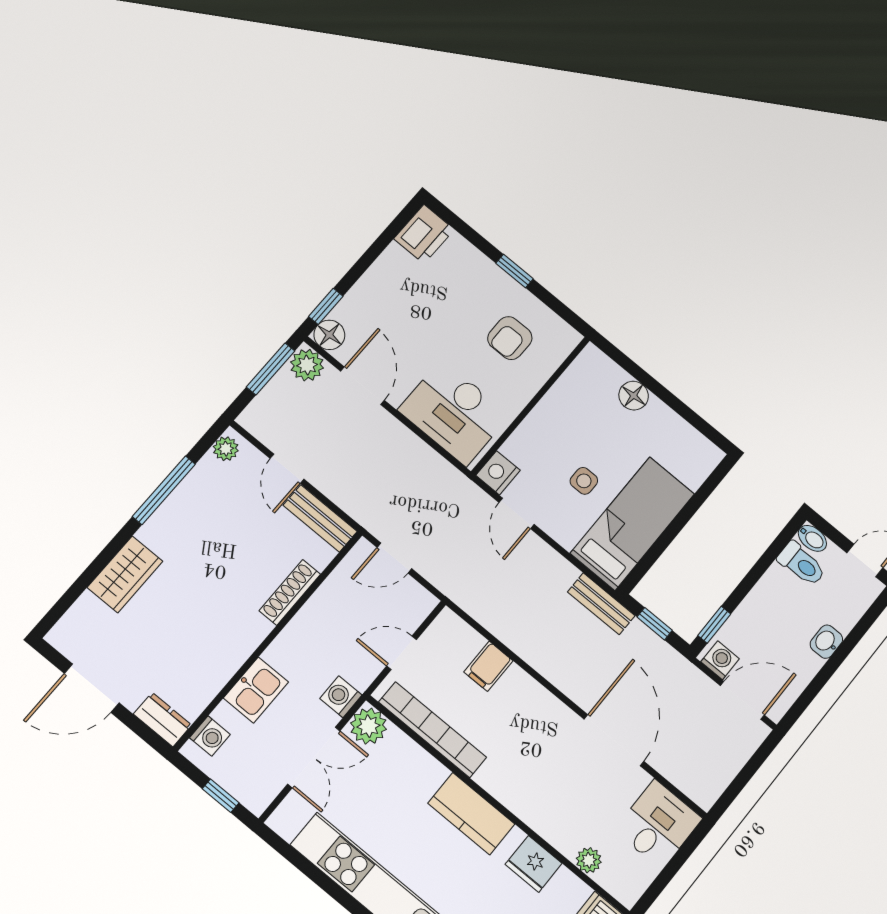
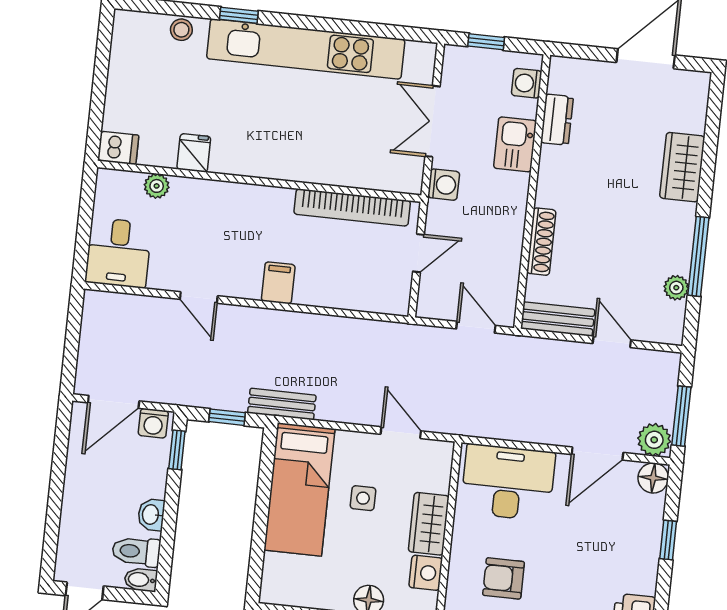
window: (326, 306) -> (668, 540), moved
armchair: (510, 338) -> (504, 578), turned -90
door: (363, 386) -> (597, 454), hinge flipped
wardrobe: (543, 423) -> (429, 524), added
plant: (226, 449) -> (676, 288), moved
nightstand: (498, 473) -> (426, 573), moved
door: (394, 558) -> (476, 327), hinge flipped
washbasin: (826, 642) -> (151, 515), moved, turned 180
filing cabinet: (488, 666) -> (278, 283), moved
dresser: (162, 720) -> (557, 120), moved, turned -90
plant: (368, 726) -> (406, 176), removed
door: (614, 740) -> (199, 298), width x0.53
kitchen counter: (471, 814) -> (276, 160), removed
fridge: (534, 864) -> (194, 153), width x0.72

